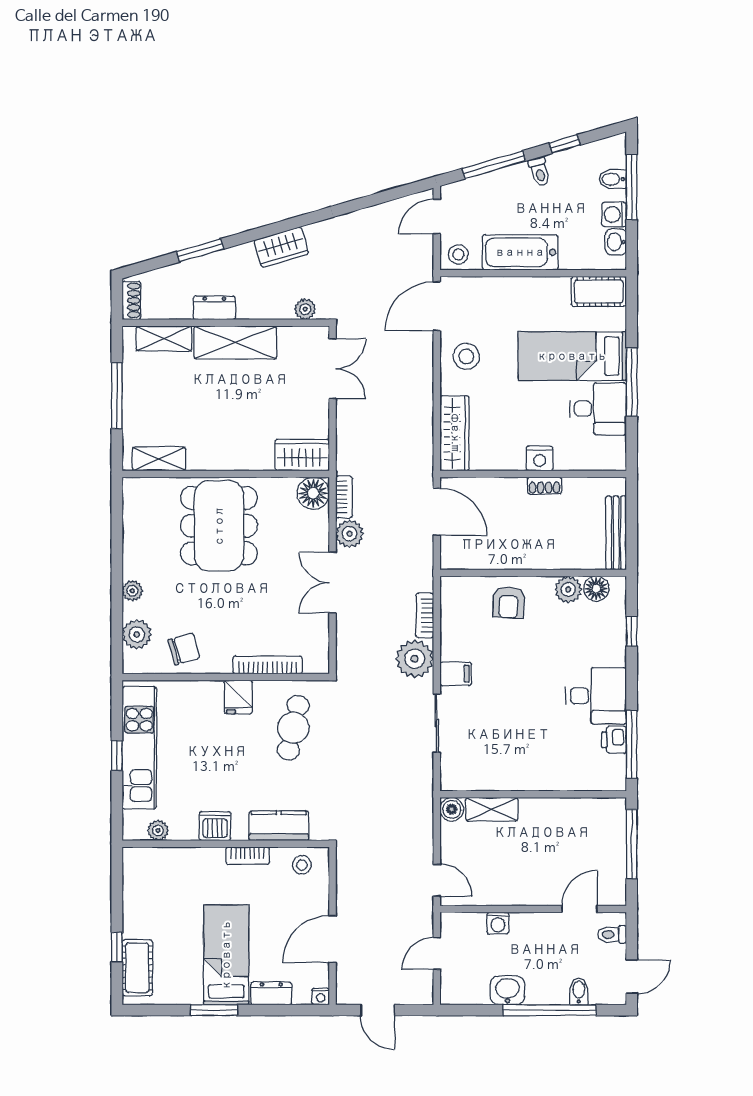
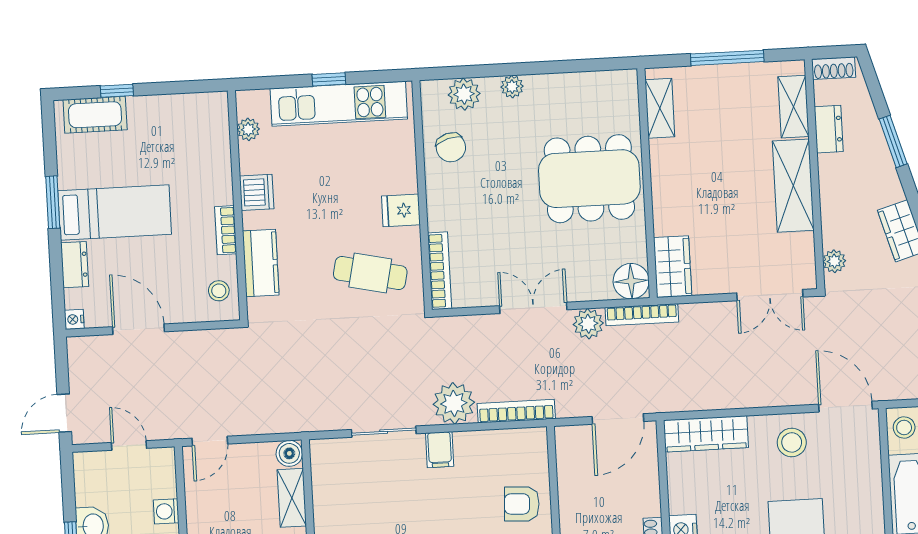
dresser: (214, 308) -> (829, 129), moved
bookcase: (344, 497) -> (642, 315), width x1.56
bookcase: (425, 615) -> (516, 411), width x1.56
bookcase: (268, 665) -> (440, 271), moved
door: (378, 1010) -> (64, 413), moved

